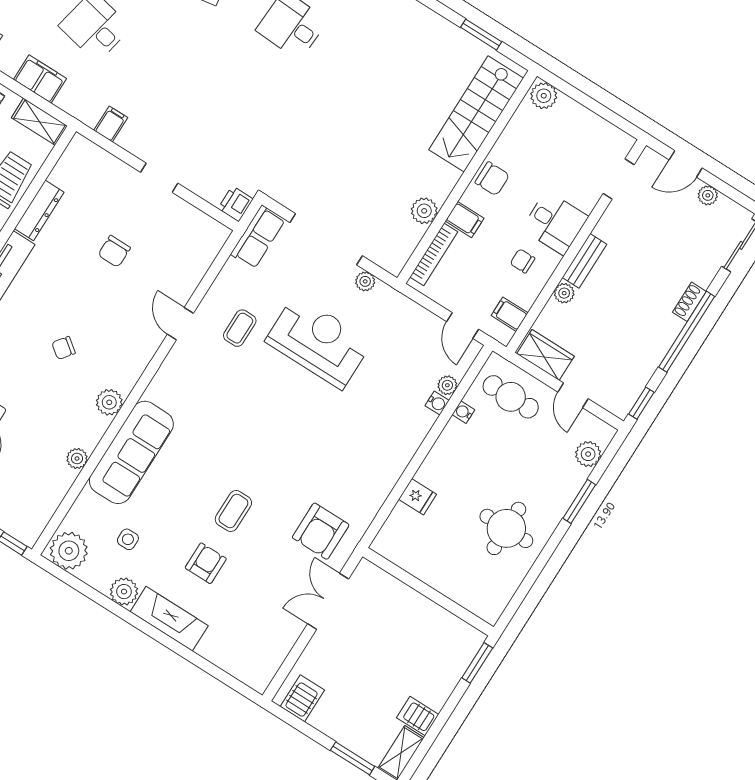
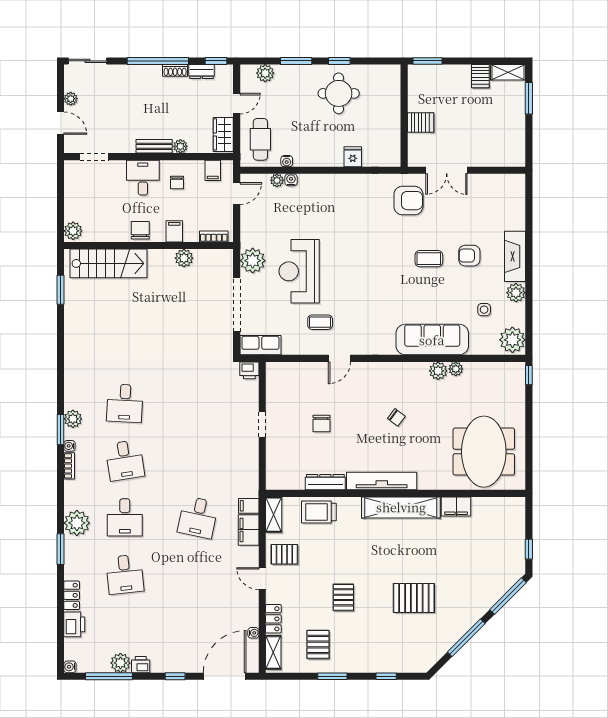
filing cabinet: (111, 124) -> (249, 506), moved
chair: (114, 251) -> (322, 423), turned 90
bookcase: (434, 254) -> (214, 236), width x0.64
plant: (365, 281) -> (253, 261), width x1.88, depth x1.88
shoe rack: (689, 302) -> (175, 70), moved
dresser: (640, 377) -> (202, 72), added
plant: (109, 402) -> (438, 371), moved
window: (546, 555) -> (339, 61), added
server rack: (302, 698) -> (421, 123), moved, turned 180

